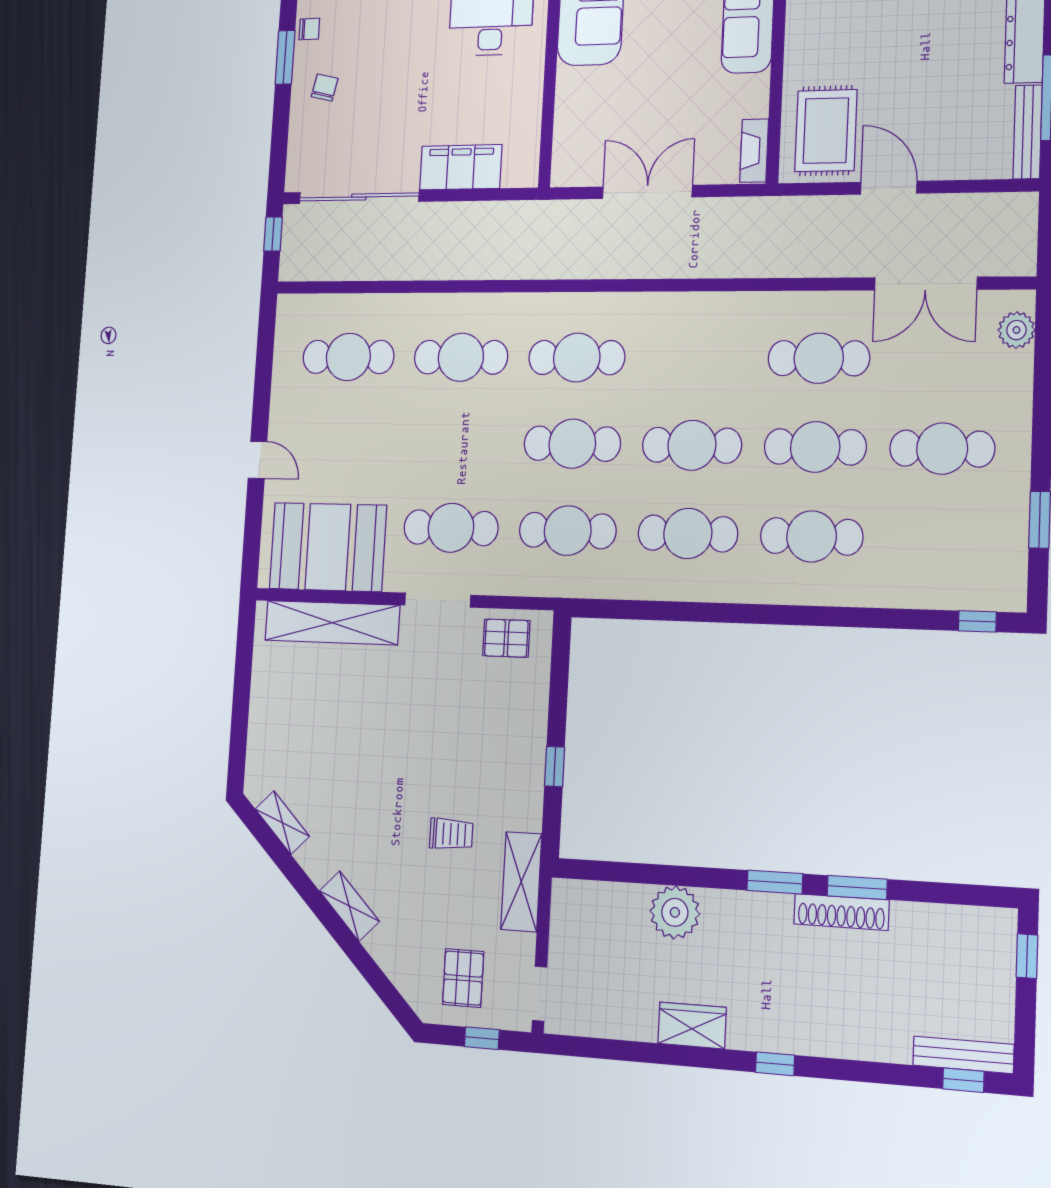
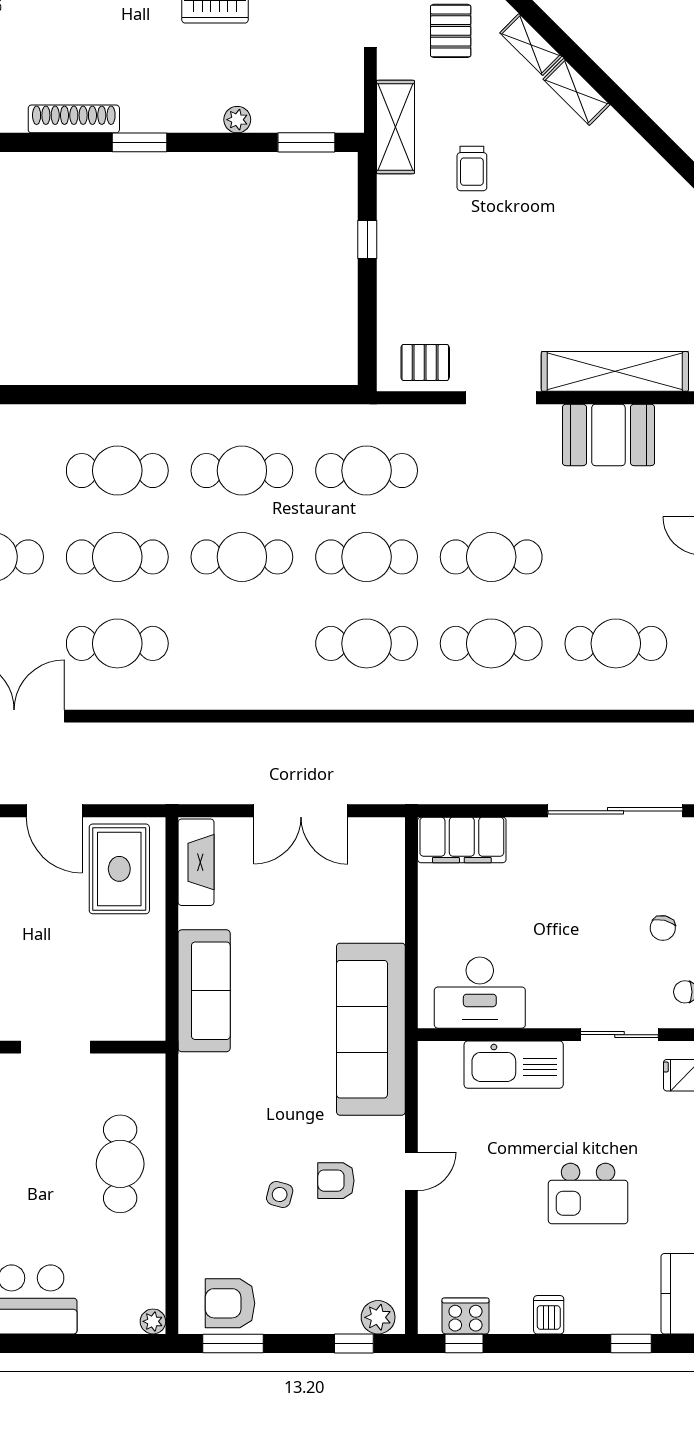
fireplace: (754, 151) -> (196, 862), width x1.37, depth x1.32
filing cabinet: (461, 167) -> (462, 840), moved
cafe table: (451, 528) -> (491, 557), moved
booth: (328, 547) -> (608, 435), width x0.73, depth x0.70
shelving: (282, 823) -> (531, 45), moved
trolley: (451, 834) -> (472, 169), turned -90
window: (857, 887) -> (306, 142), moved
plant: (675, 912) -> (237, 120), width x0.53, depth x0.53

